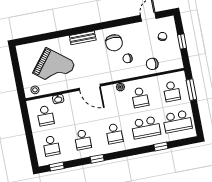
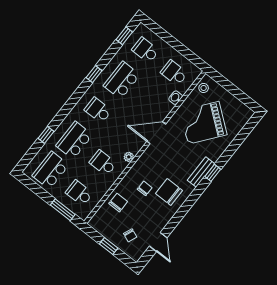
window: (76, 31) -> (213, 173), added
school desk: (83, 140) -> (122, 80), width x1.85

